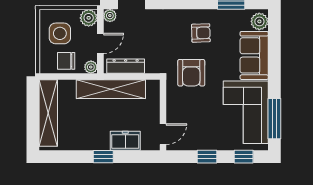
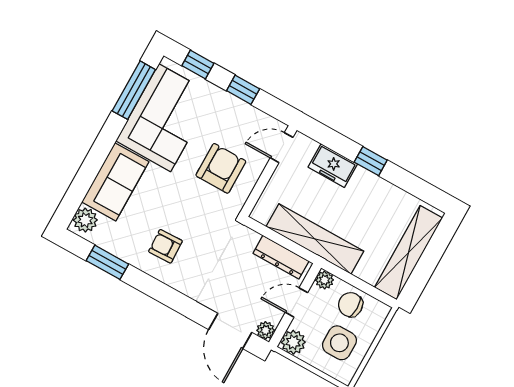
chair: (66, 61) -> (351, 305), turned 180
armchair: (191, 73) -> (221, 168), moved

